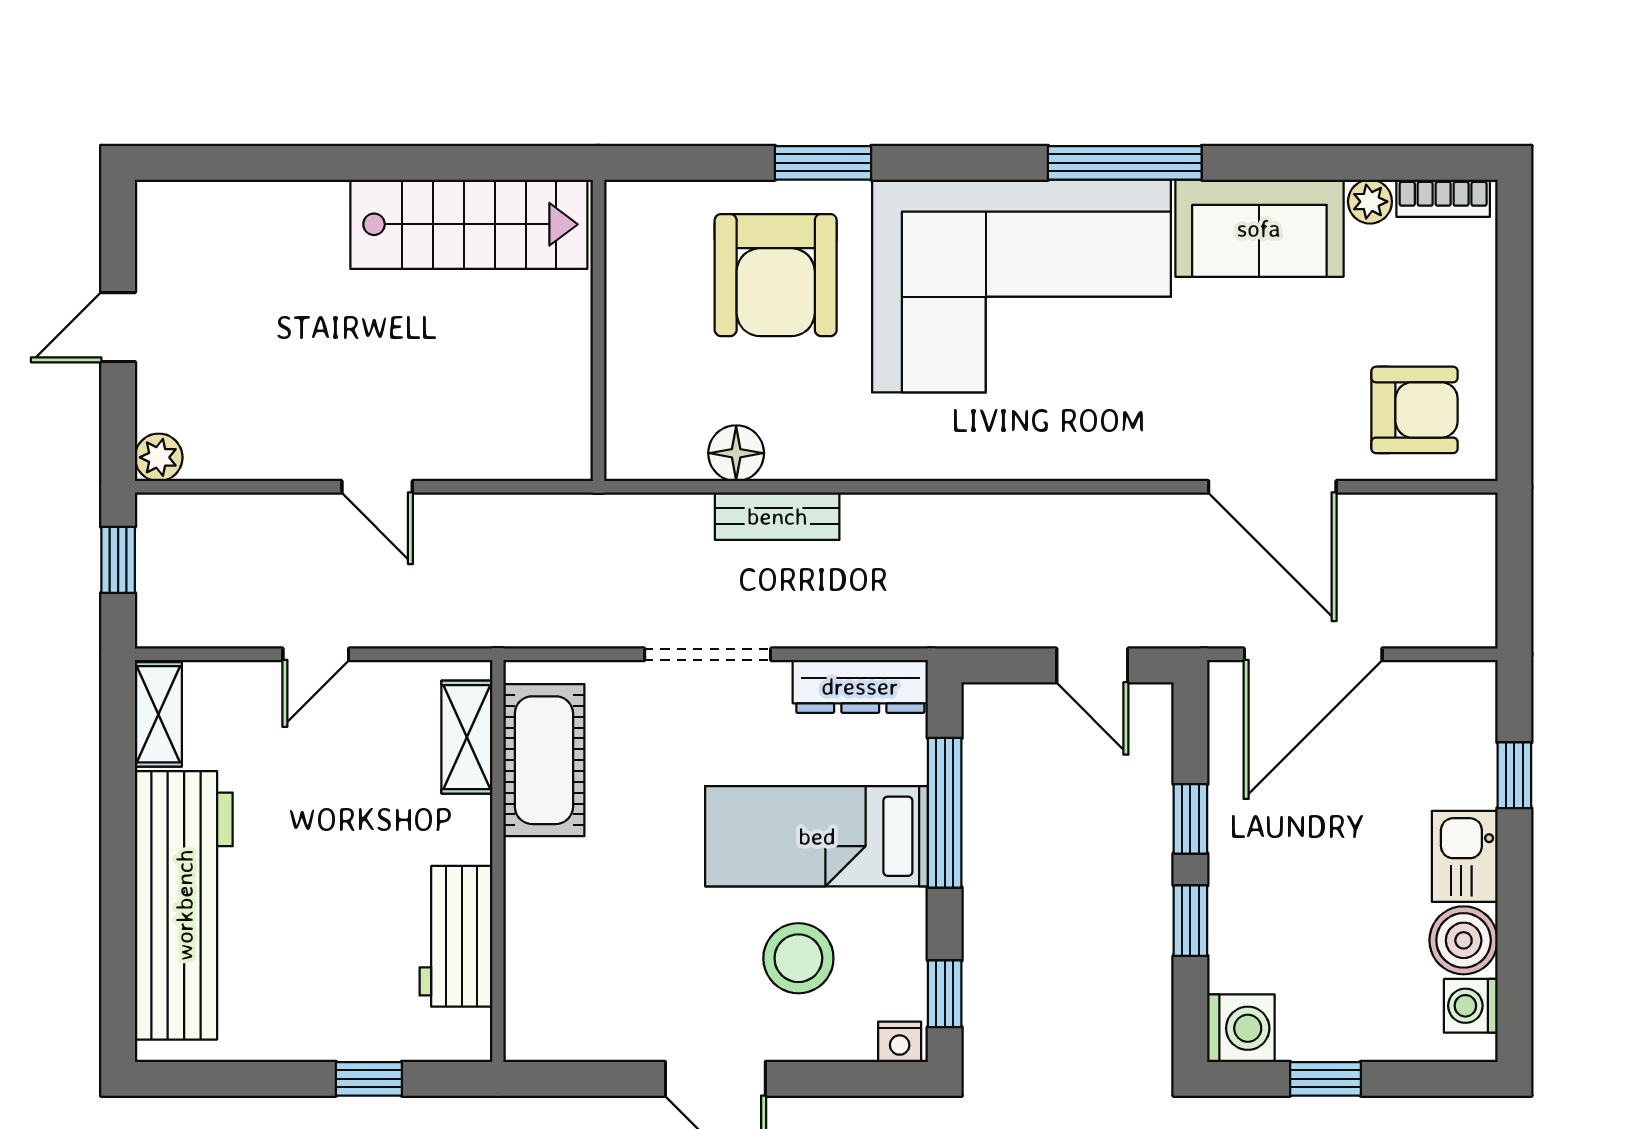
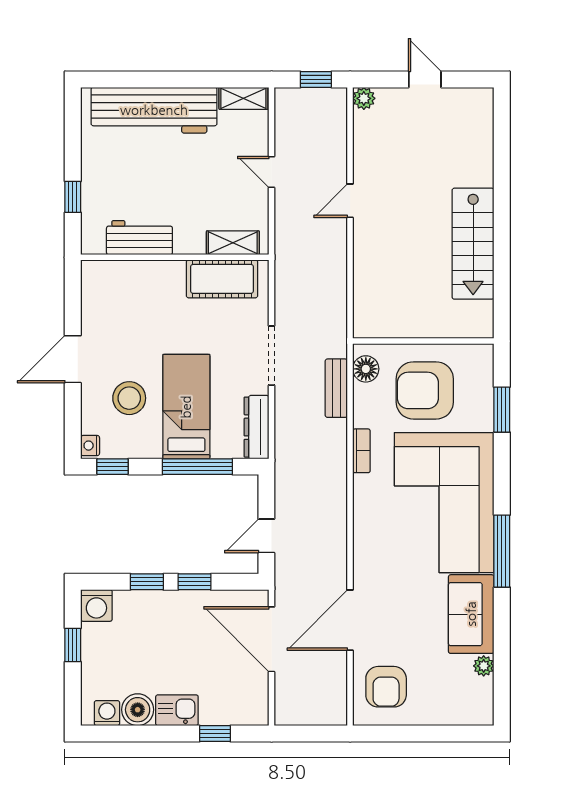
bookcase: (1443, 198) -> (361, 451), moved, turned 180
armchair: (776, 275) -> (425, 390), moved
wall: (598, 330) -> (423, 341), moved

